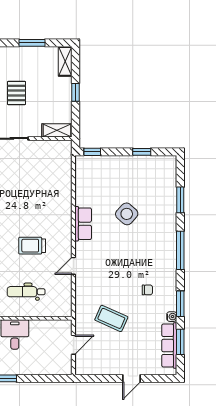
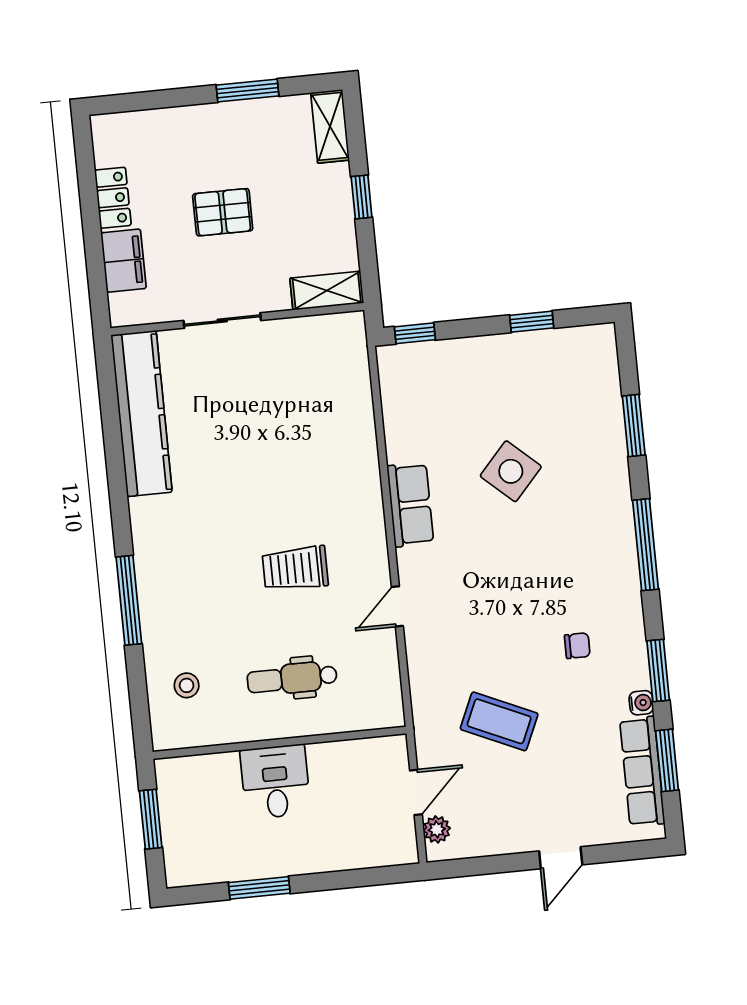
pallet: (17, 93) -> (223, 212), turned 90
plant: (81, 361) -> (437, 829), added

